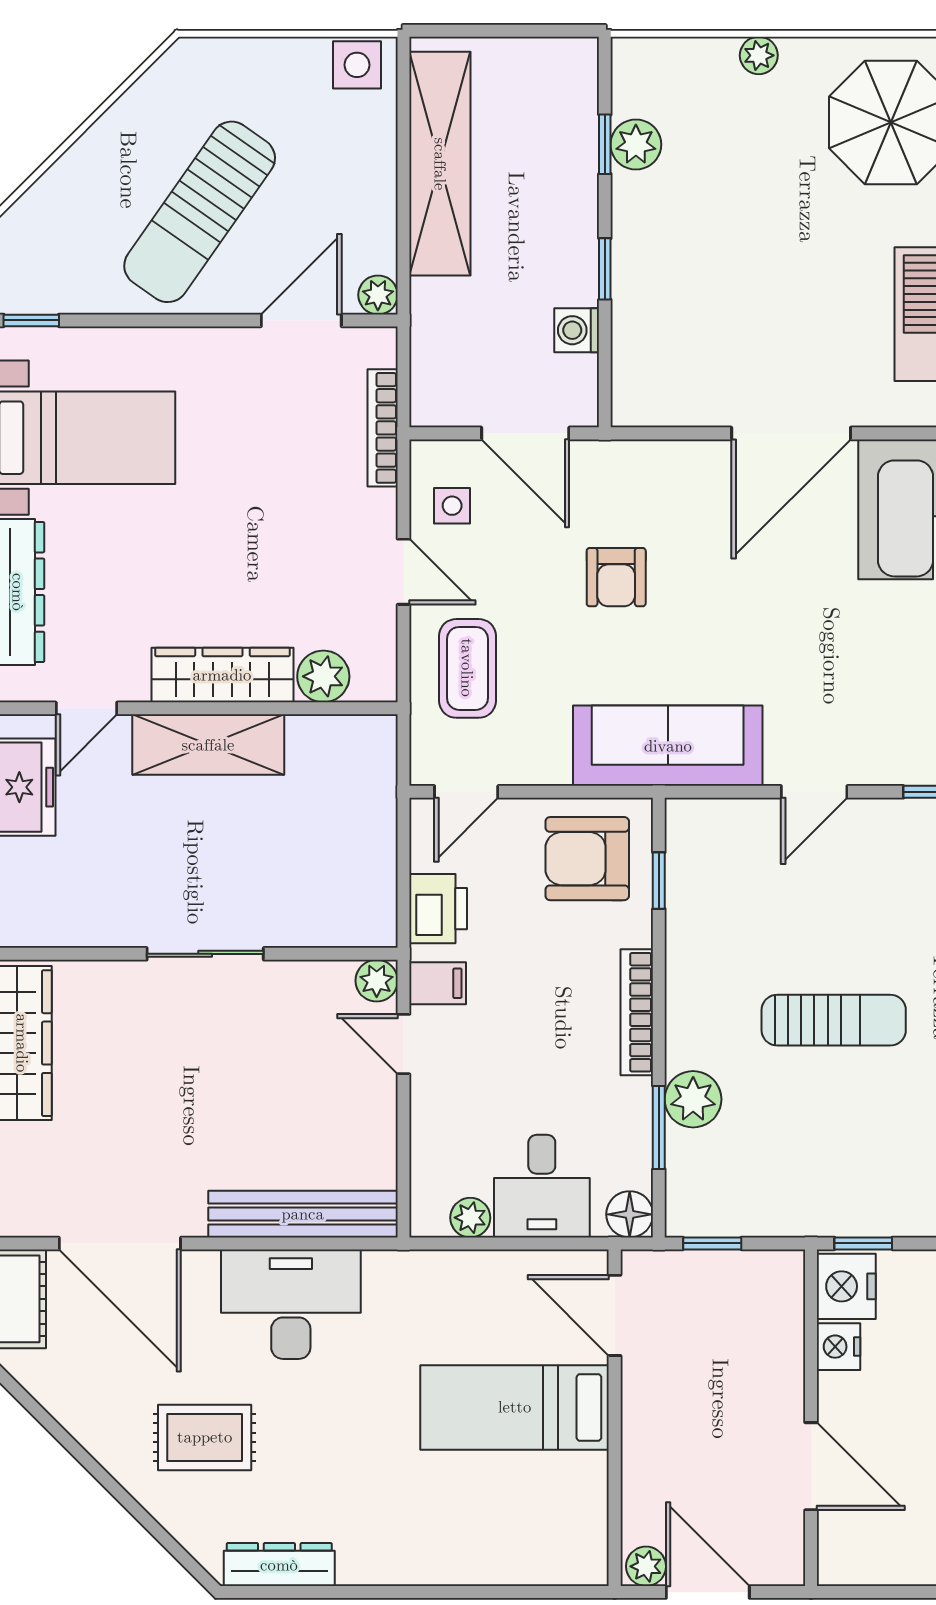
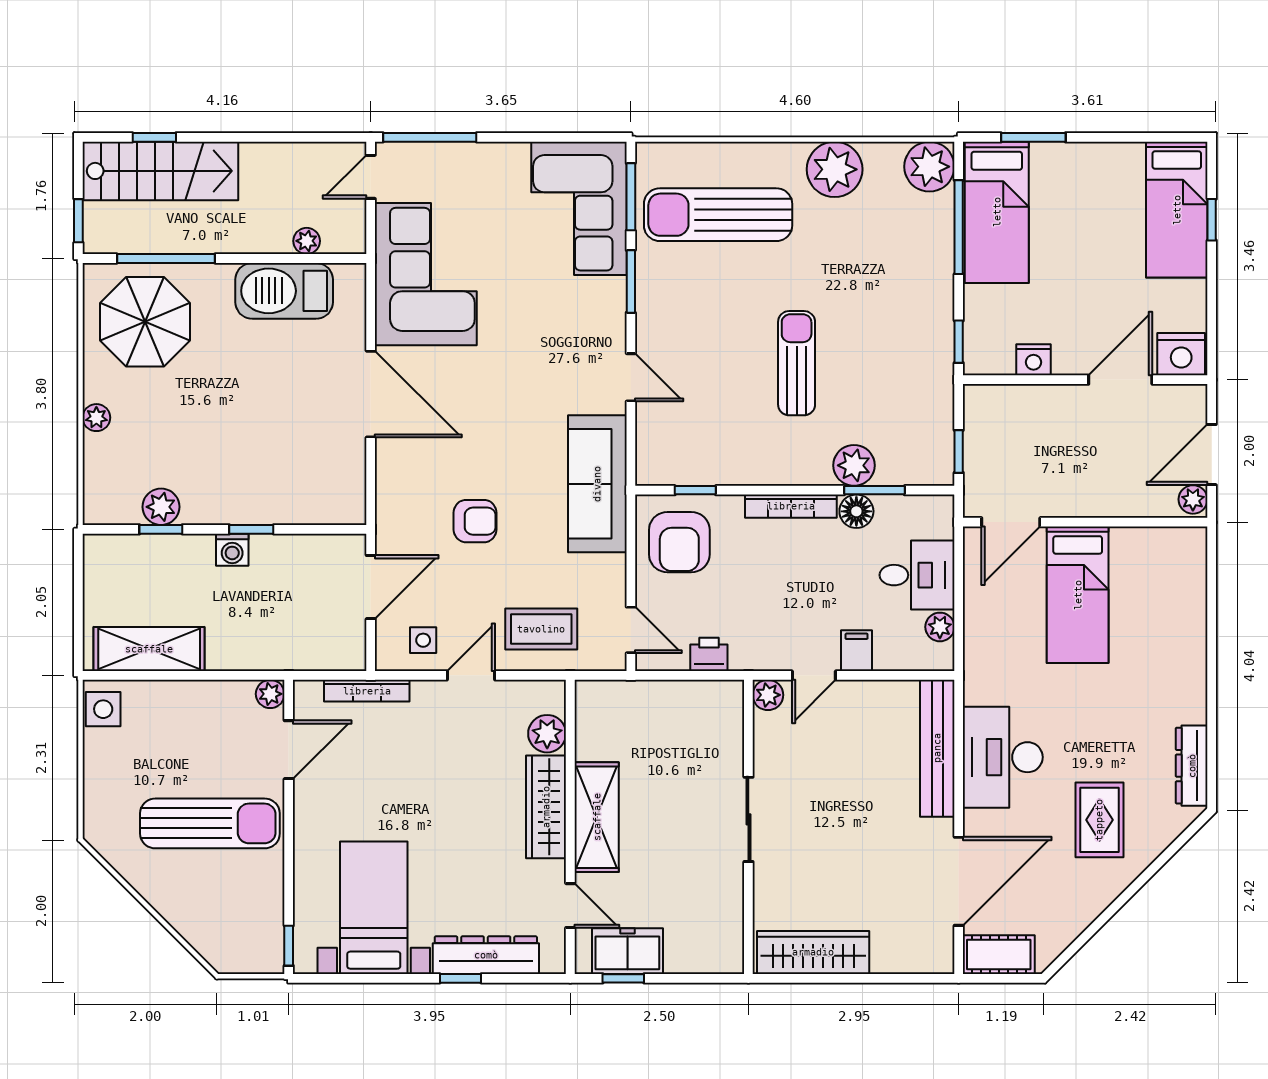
shelving: (440, 164) -> (149, 649), width x0.68
sun lounger: (200, 212) -> (210, 823), turned -35
door: (301, 320) -> (289, 750), swing flipped
washing machine: (577, 330) -> (232, 550), moved
printer: (438, 909) -> (709, 654), width x0.73, depth x0.81
filing cabinet: (438, 983) -> (857, 651), moved
floor lamp: (630, 1214) -> (856, 511), moved
nightstand: (846, 1286) -> (1181, 354), moved

